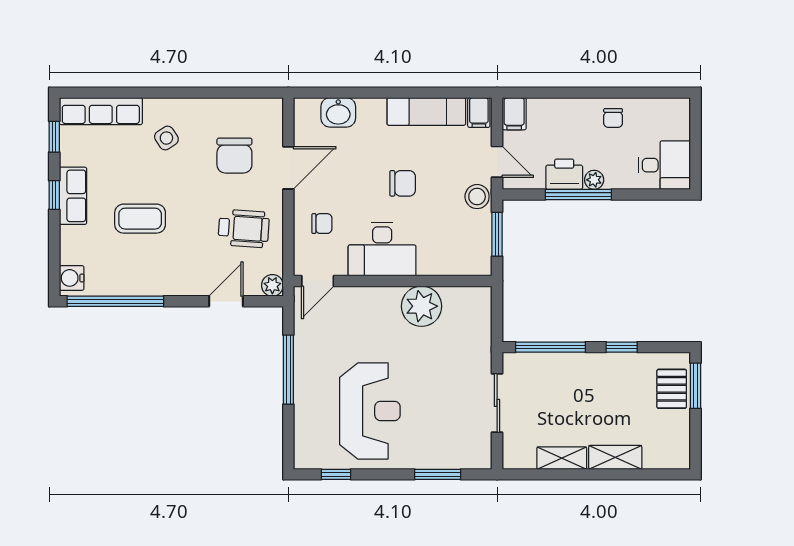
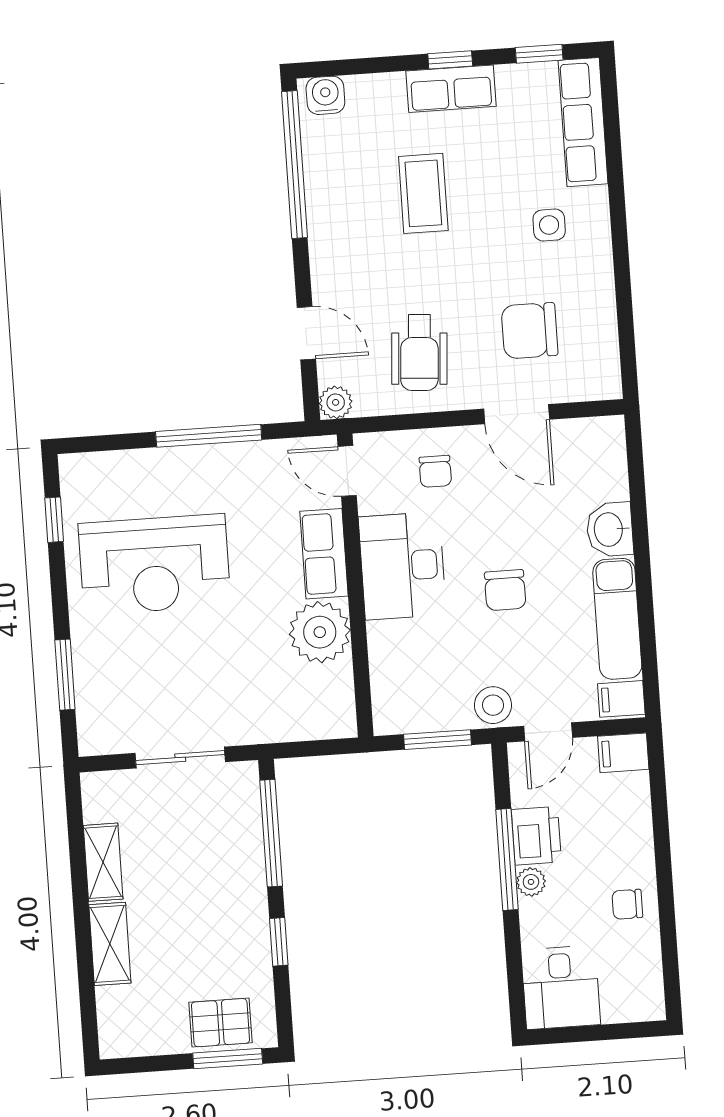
washbasin: (338, 112) -> (610, 529), moved
side table: (166, 138) -> (549, 225), turned 33
row of seats: (371, 300) -> (324, 554), added

